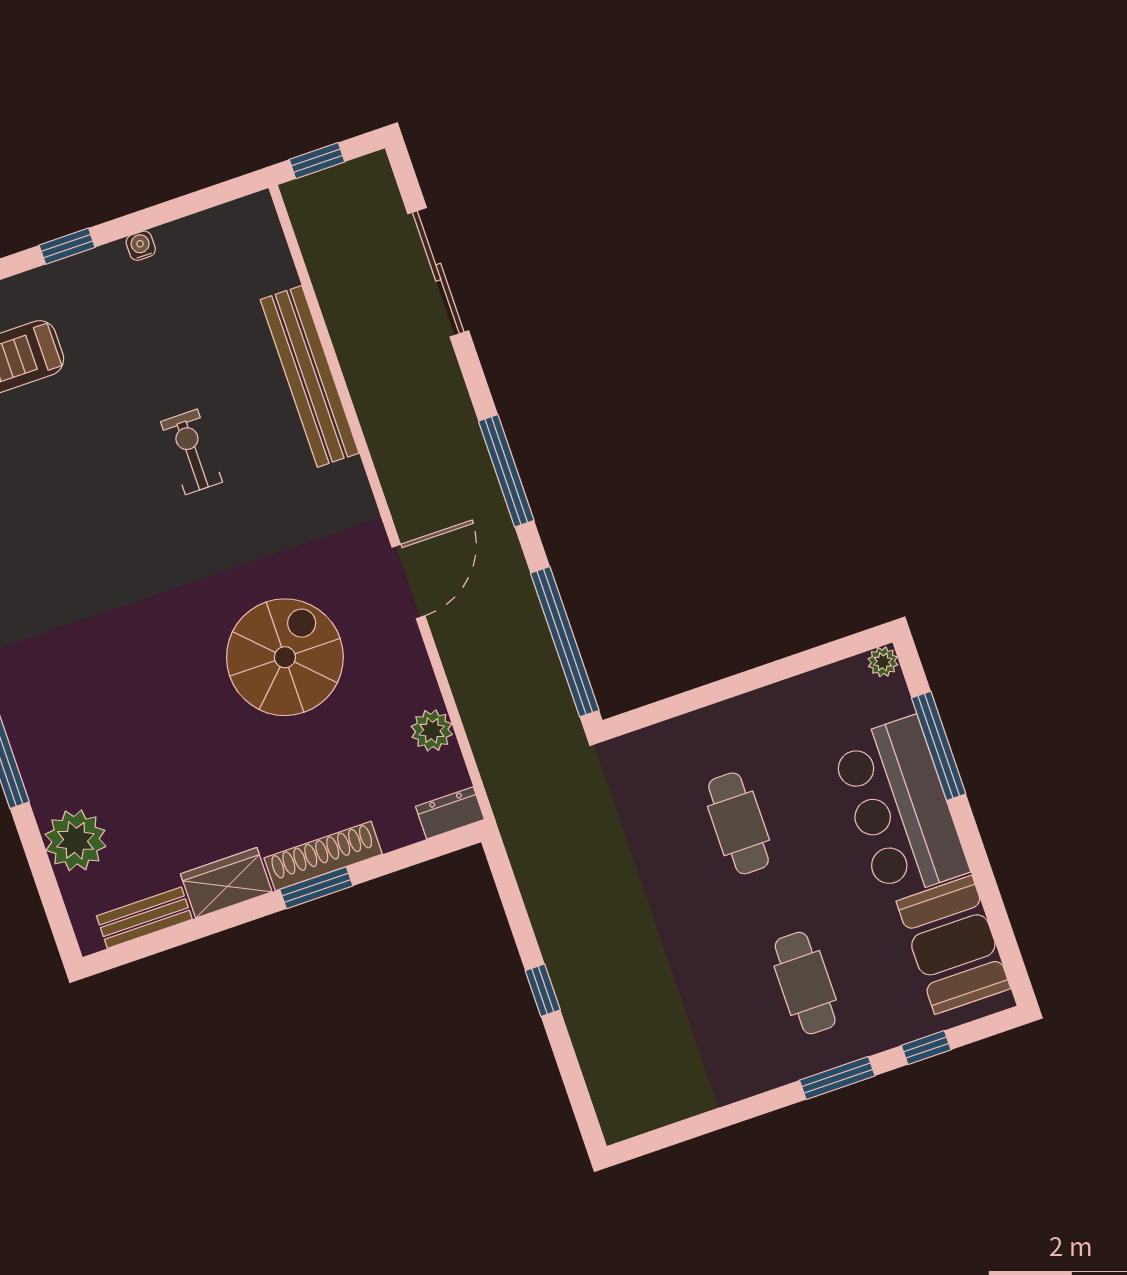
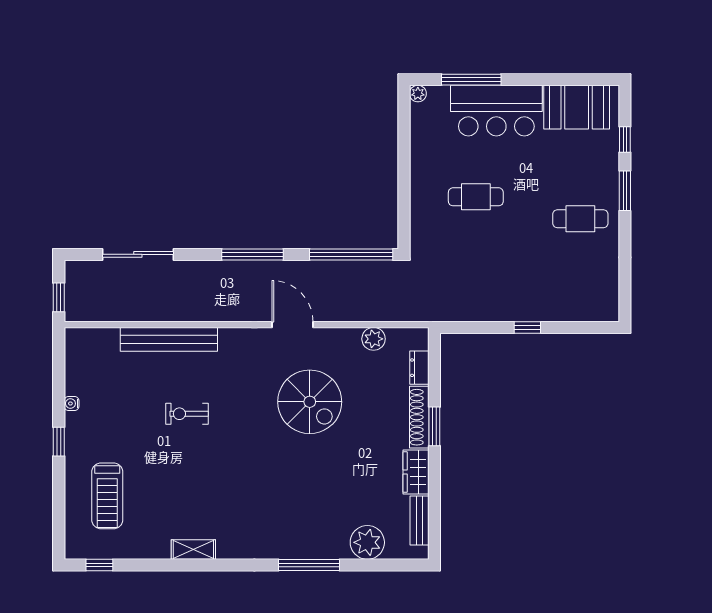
spiral stairs: (285, 657) -> (310, 402), turned 180
dresser: (450, 813) -> (419, 368), moved
cafe table: (805, 983) -> (580, 219), moved

